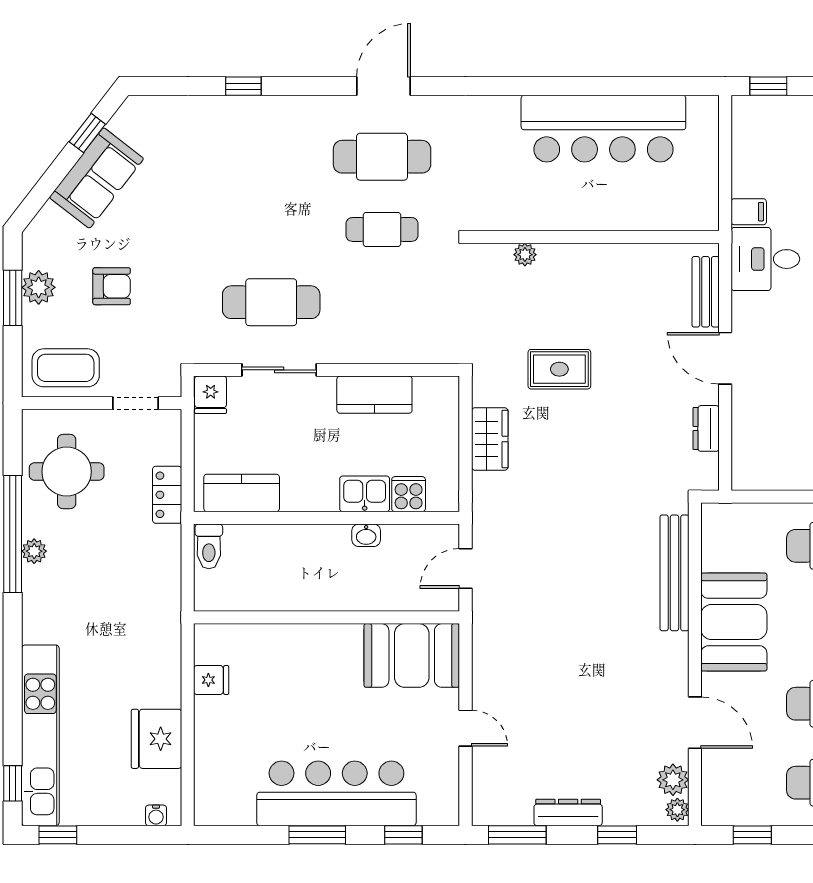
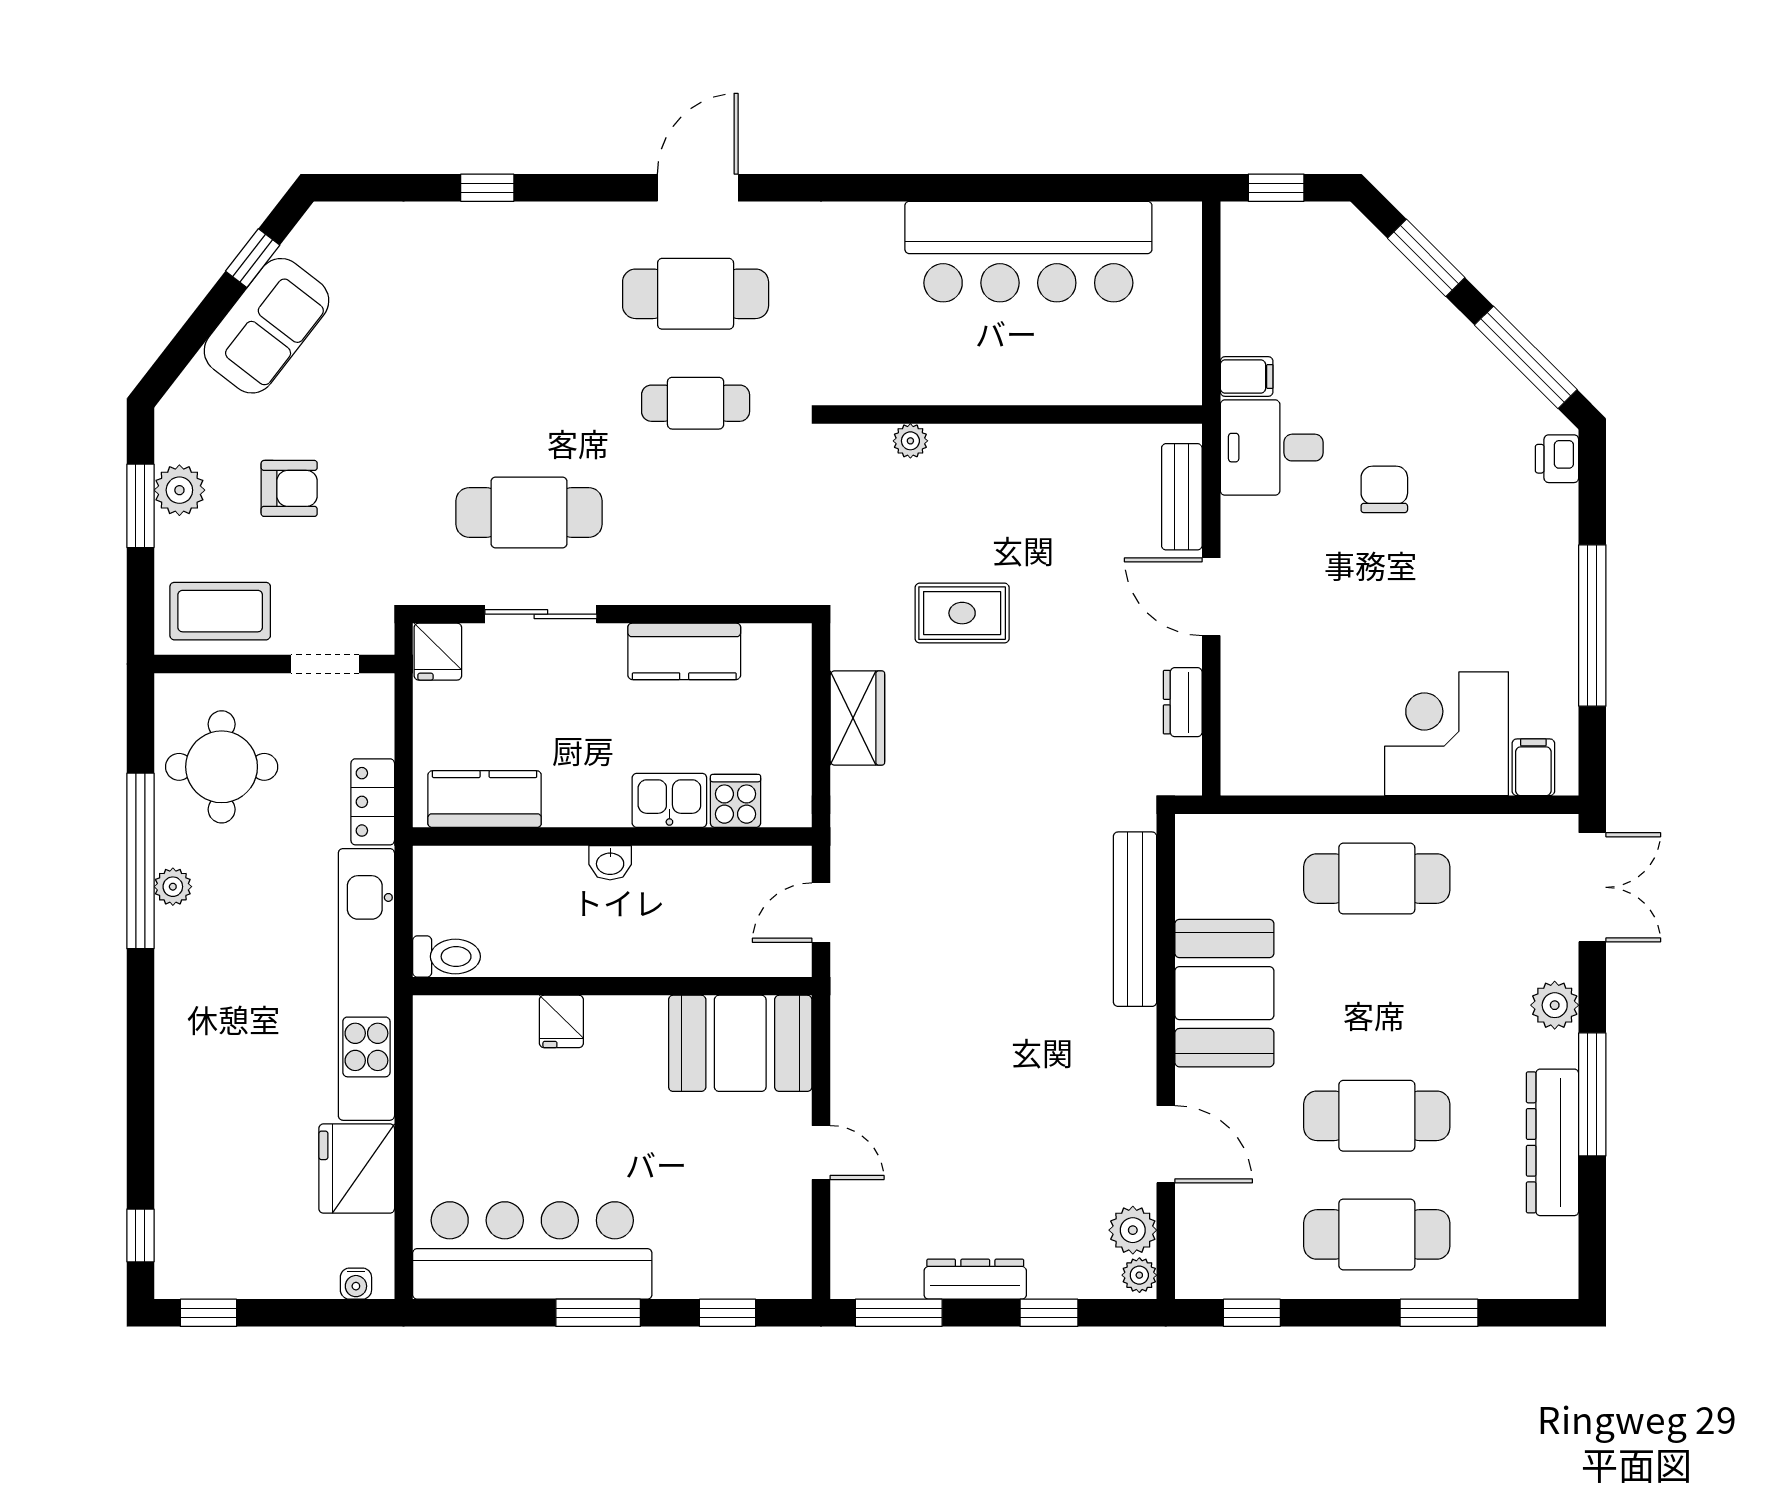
washbasin: (366, 535) -> (610, 863), moved
toilet: (209, 546) -> (447, 957), moved, turned -90
fridge: (211, 680) -> (561, 1021), moved, turned 90
kitchen unit: (40, 735) -> (366, 984), moved, turned 180
bar counter: (336, 793) -> (532, 1250), moved

